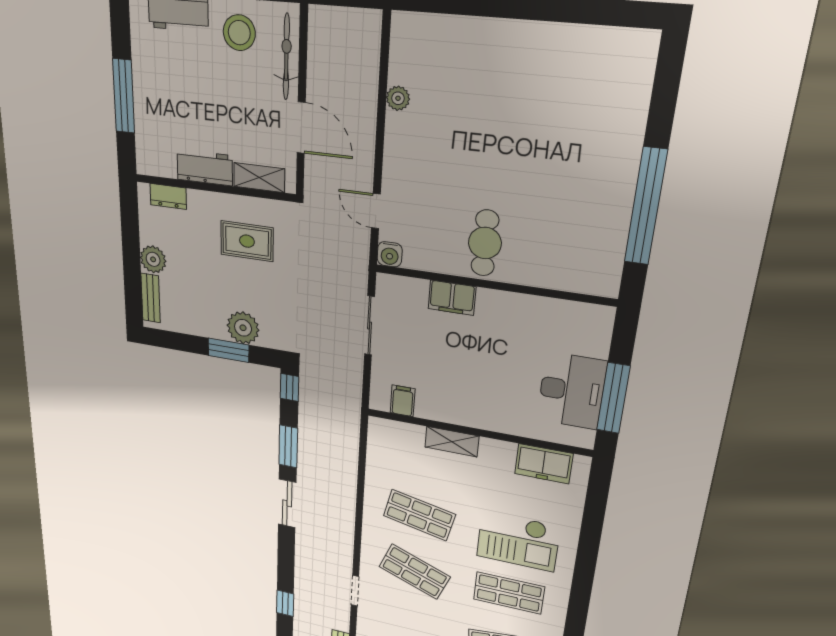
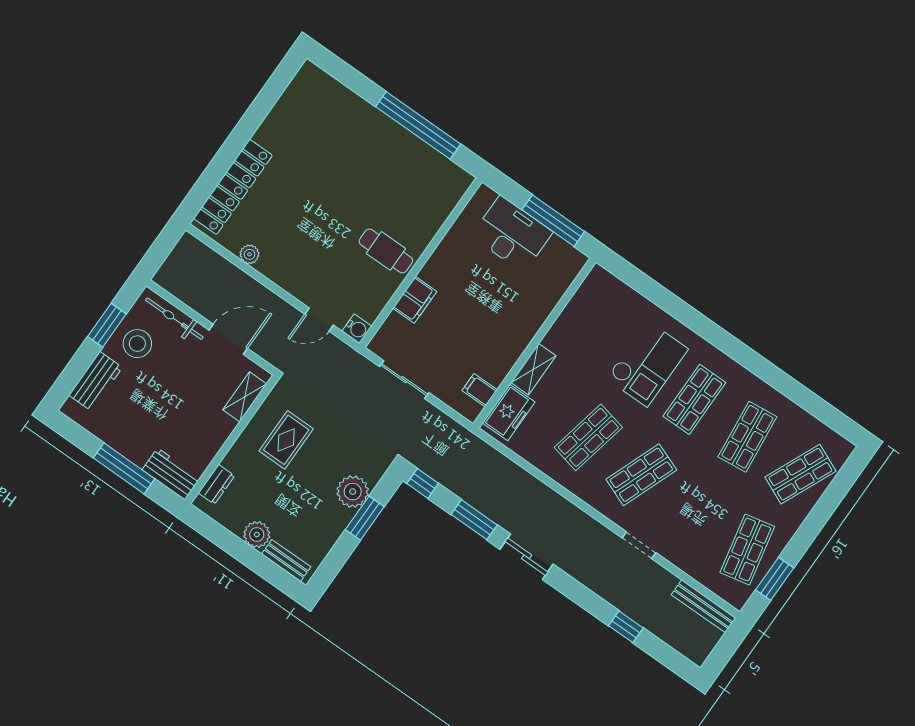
locker: (460, 34) -> (233, 187), added
workbench: (205, 168) -> (171, 474), moved, turned 90
desk: (572, 391) -> (512, 234), moved
freezer: (544, 464) -> (509, 412), moved

